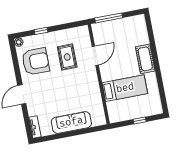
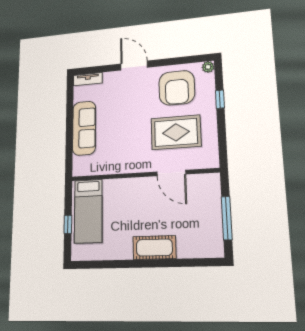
window: (109, 18) -> (227, 218), moved
rug: (67, 57) -> (176, 132), width x1.36, depth x1.43
bed: (125, 88) -> (88, 211), moved

